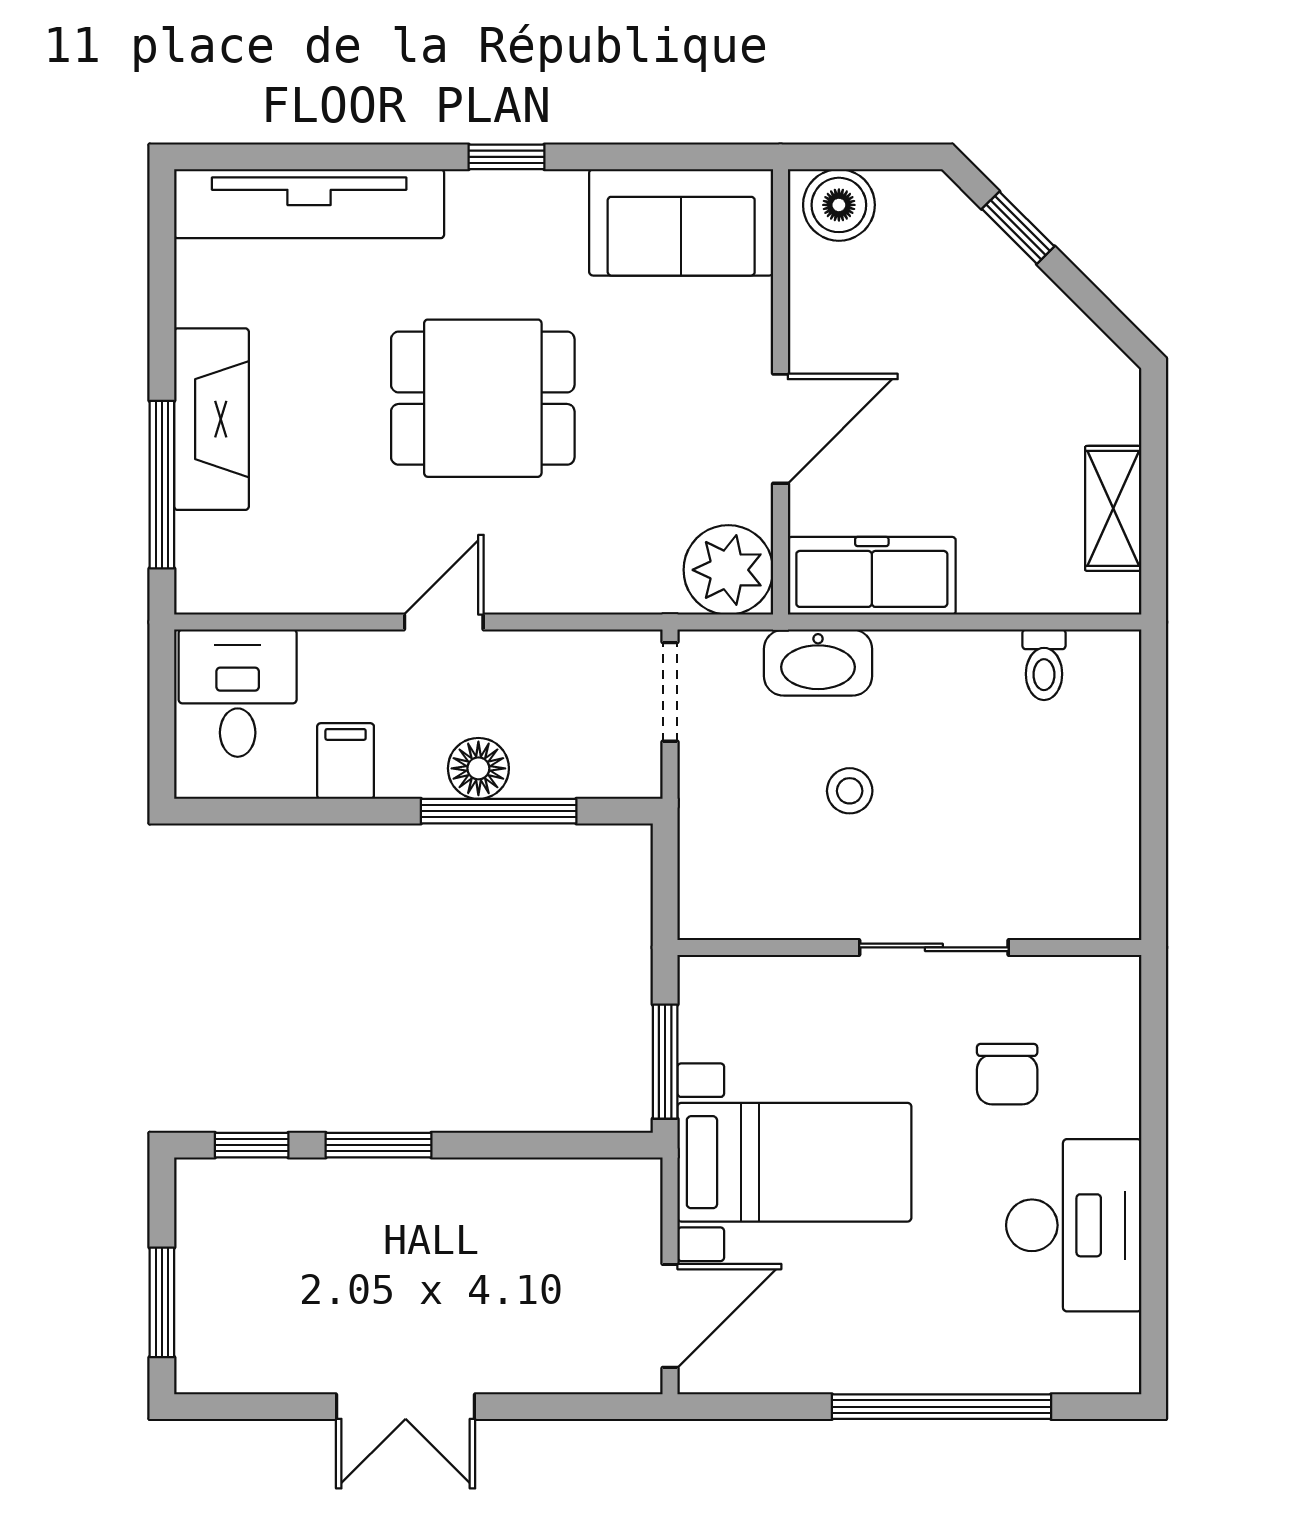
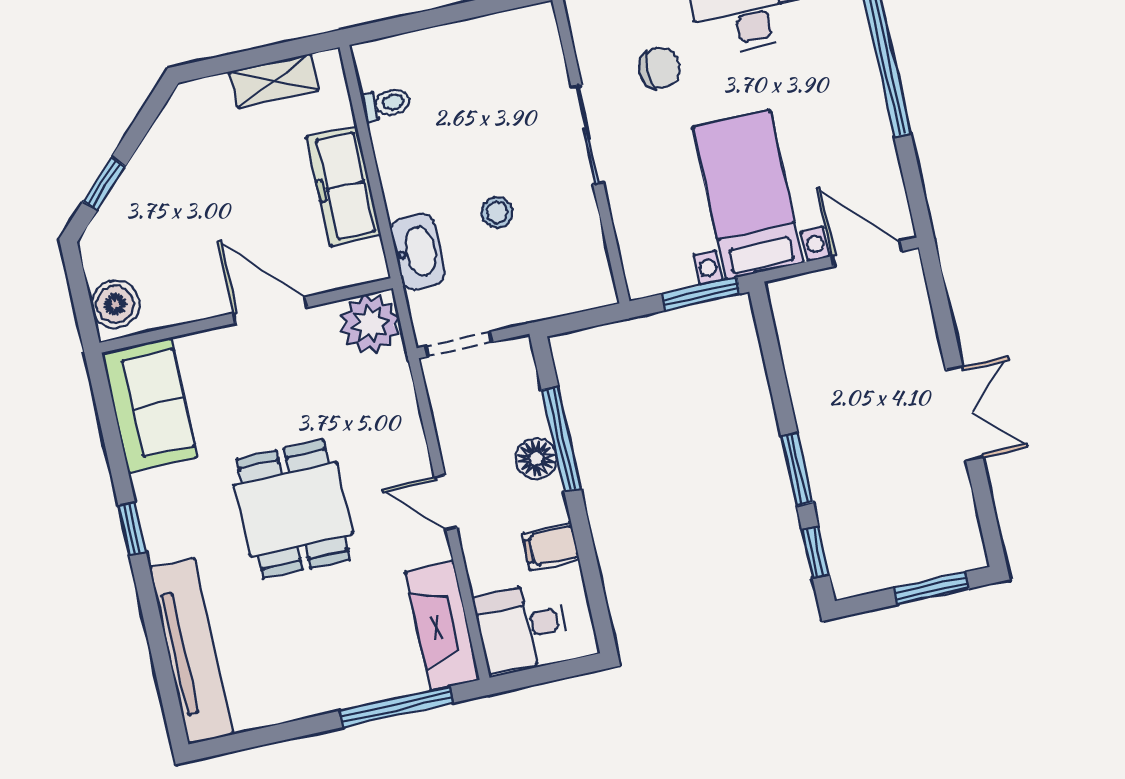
fireplace: (211, 419) -> (442, 626), moved, turned -90
freezer: (872, 576) -> (344, 186), moved

